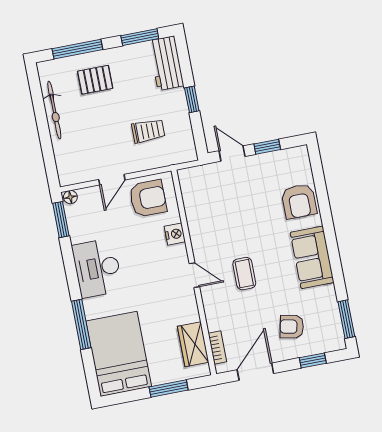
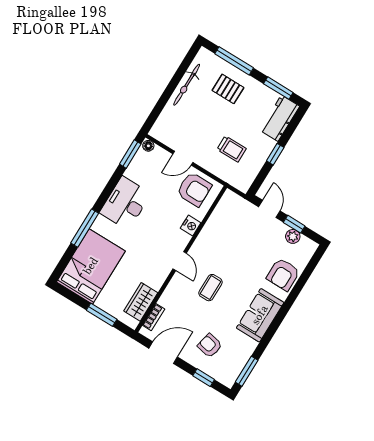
plant: (276, 159) -> (293, 236), added

